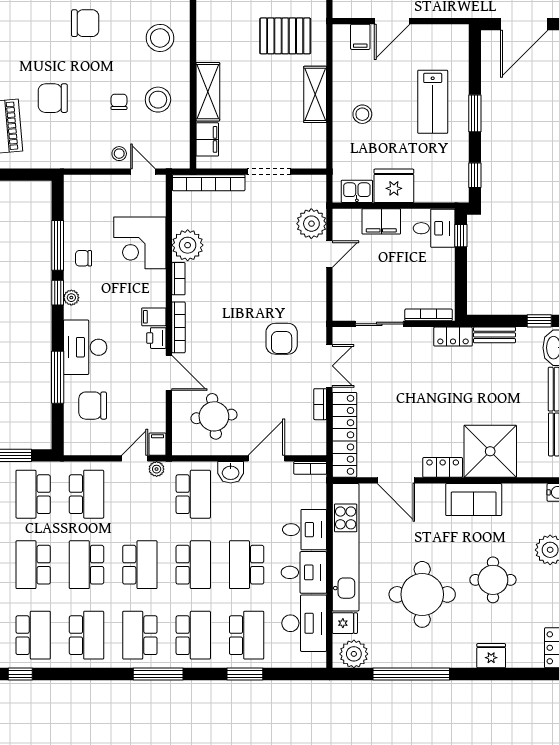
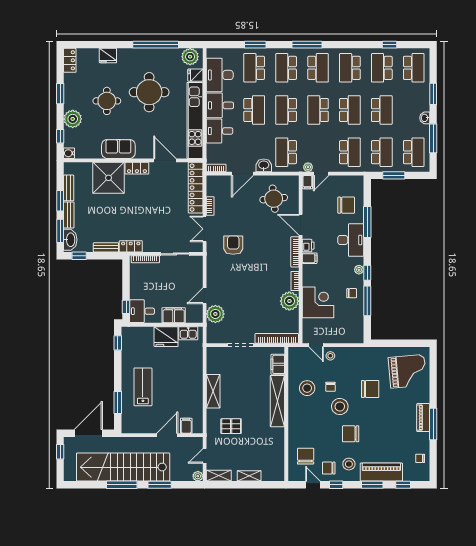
pallet: (285, 36) -> (231, 426), width x0.67, depth x0.71
stool: (160, 38) -> (340, 407), moved
shelving: (208, 92) -> (277, 401), width x1.47
window: (475, 113) -> (118, 403), moved
stool: (362, 114) -> (185, 379), removed
school desk: (86, 494) -> (350, 152), turned 180

